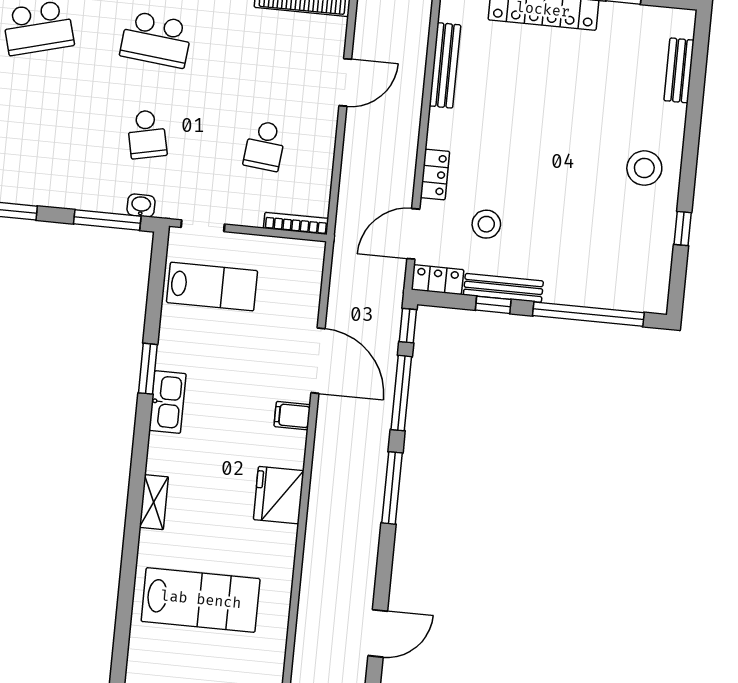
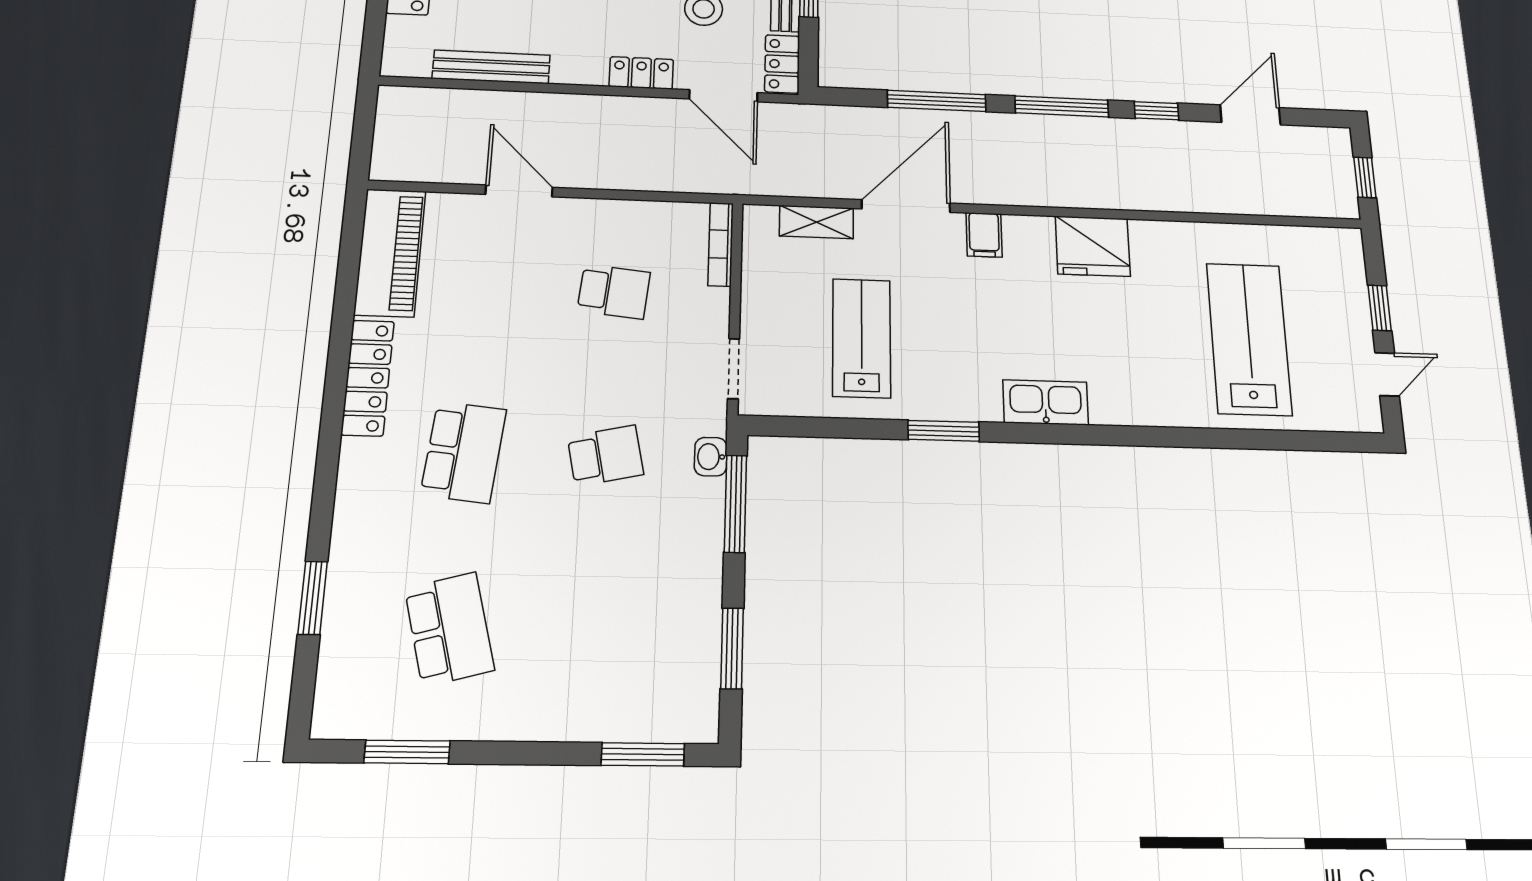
lab bench: (212, 287) -> (862, 338), moved
window: (408, 326) -> (1156, 111), moved
kitchen sink: (167, 402) -> (1046, 402), moved
shelving: (154, 502) -> (816, 222), moved
door: (378, 633) -> (1250, 115), hinge flipped

